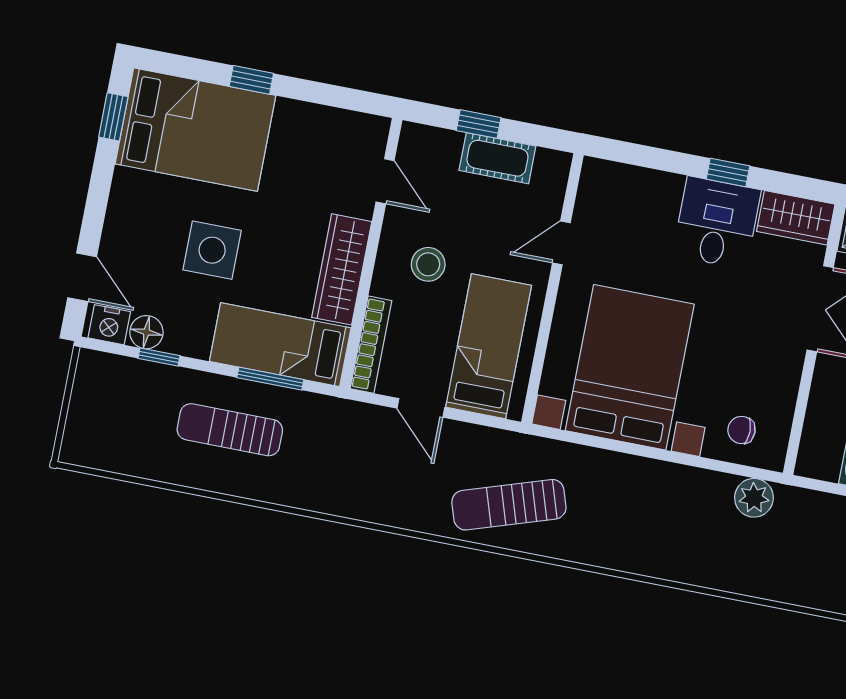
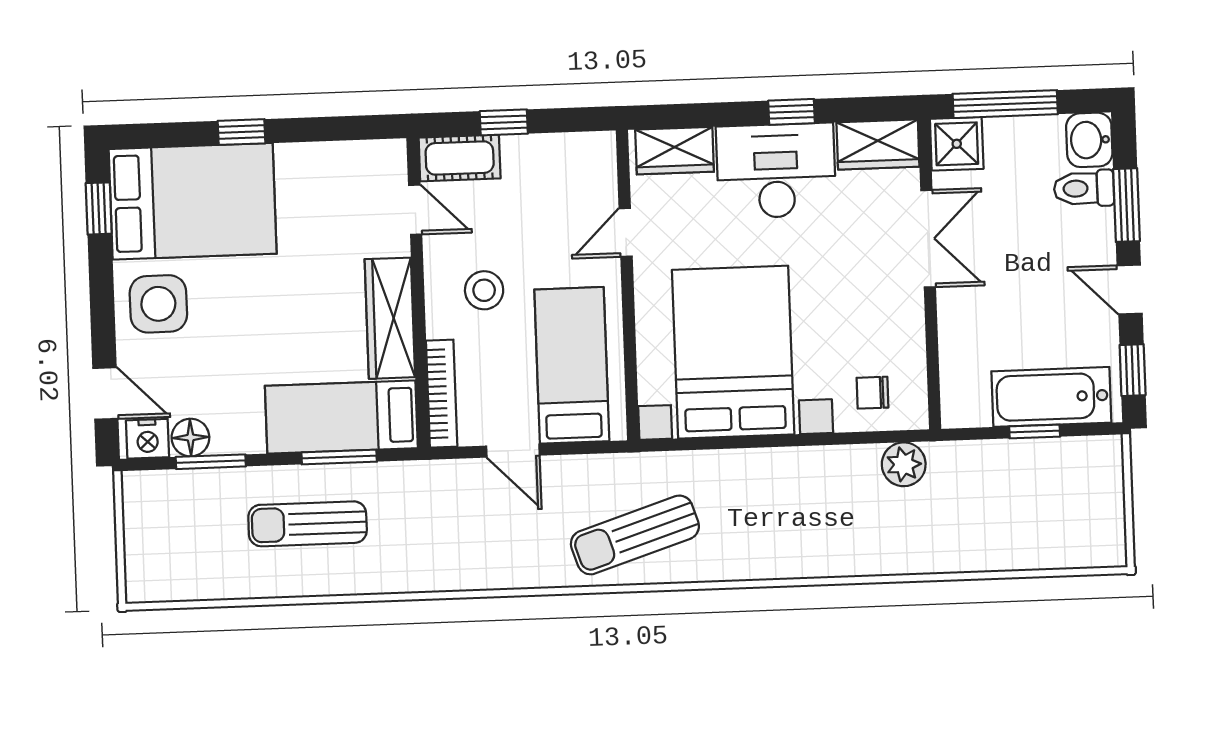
cot: (497, 158) -> (460, 158), moved
wardrobe: (620, 182) -> (675, 151), added
desk: (717, 223) -> (776, 171), width x1.37
side table: (212, 250) -> (158, 304), moved
window: (159, 357) -> (211, 462), width x1.50

